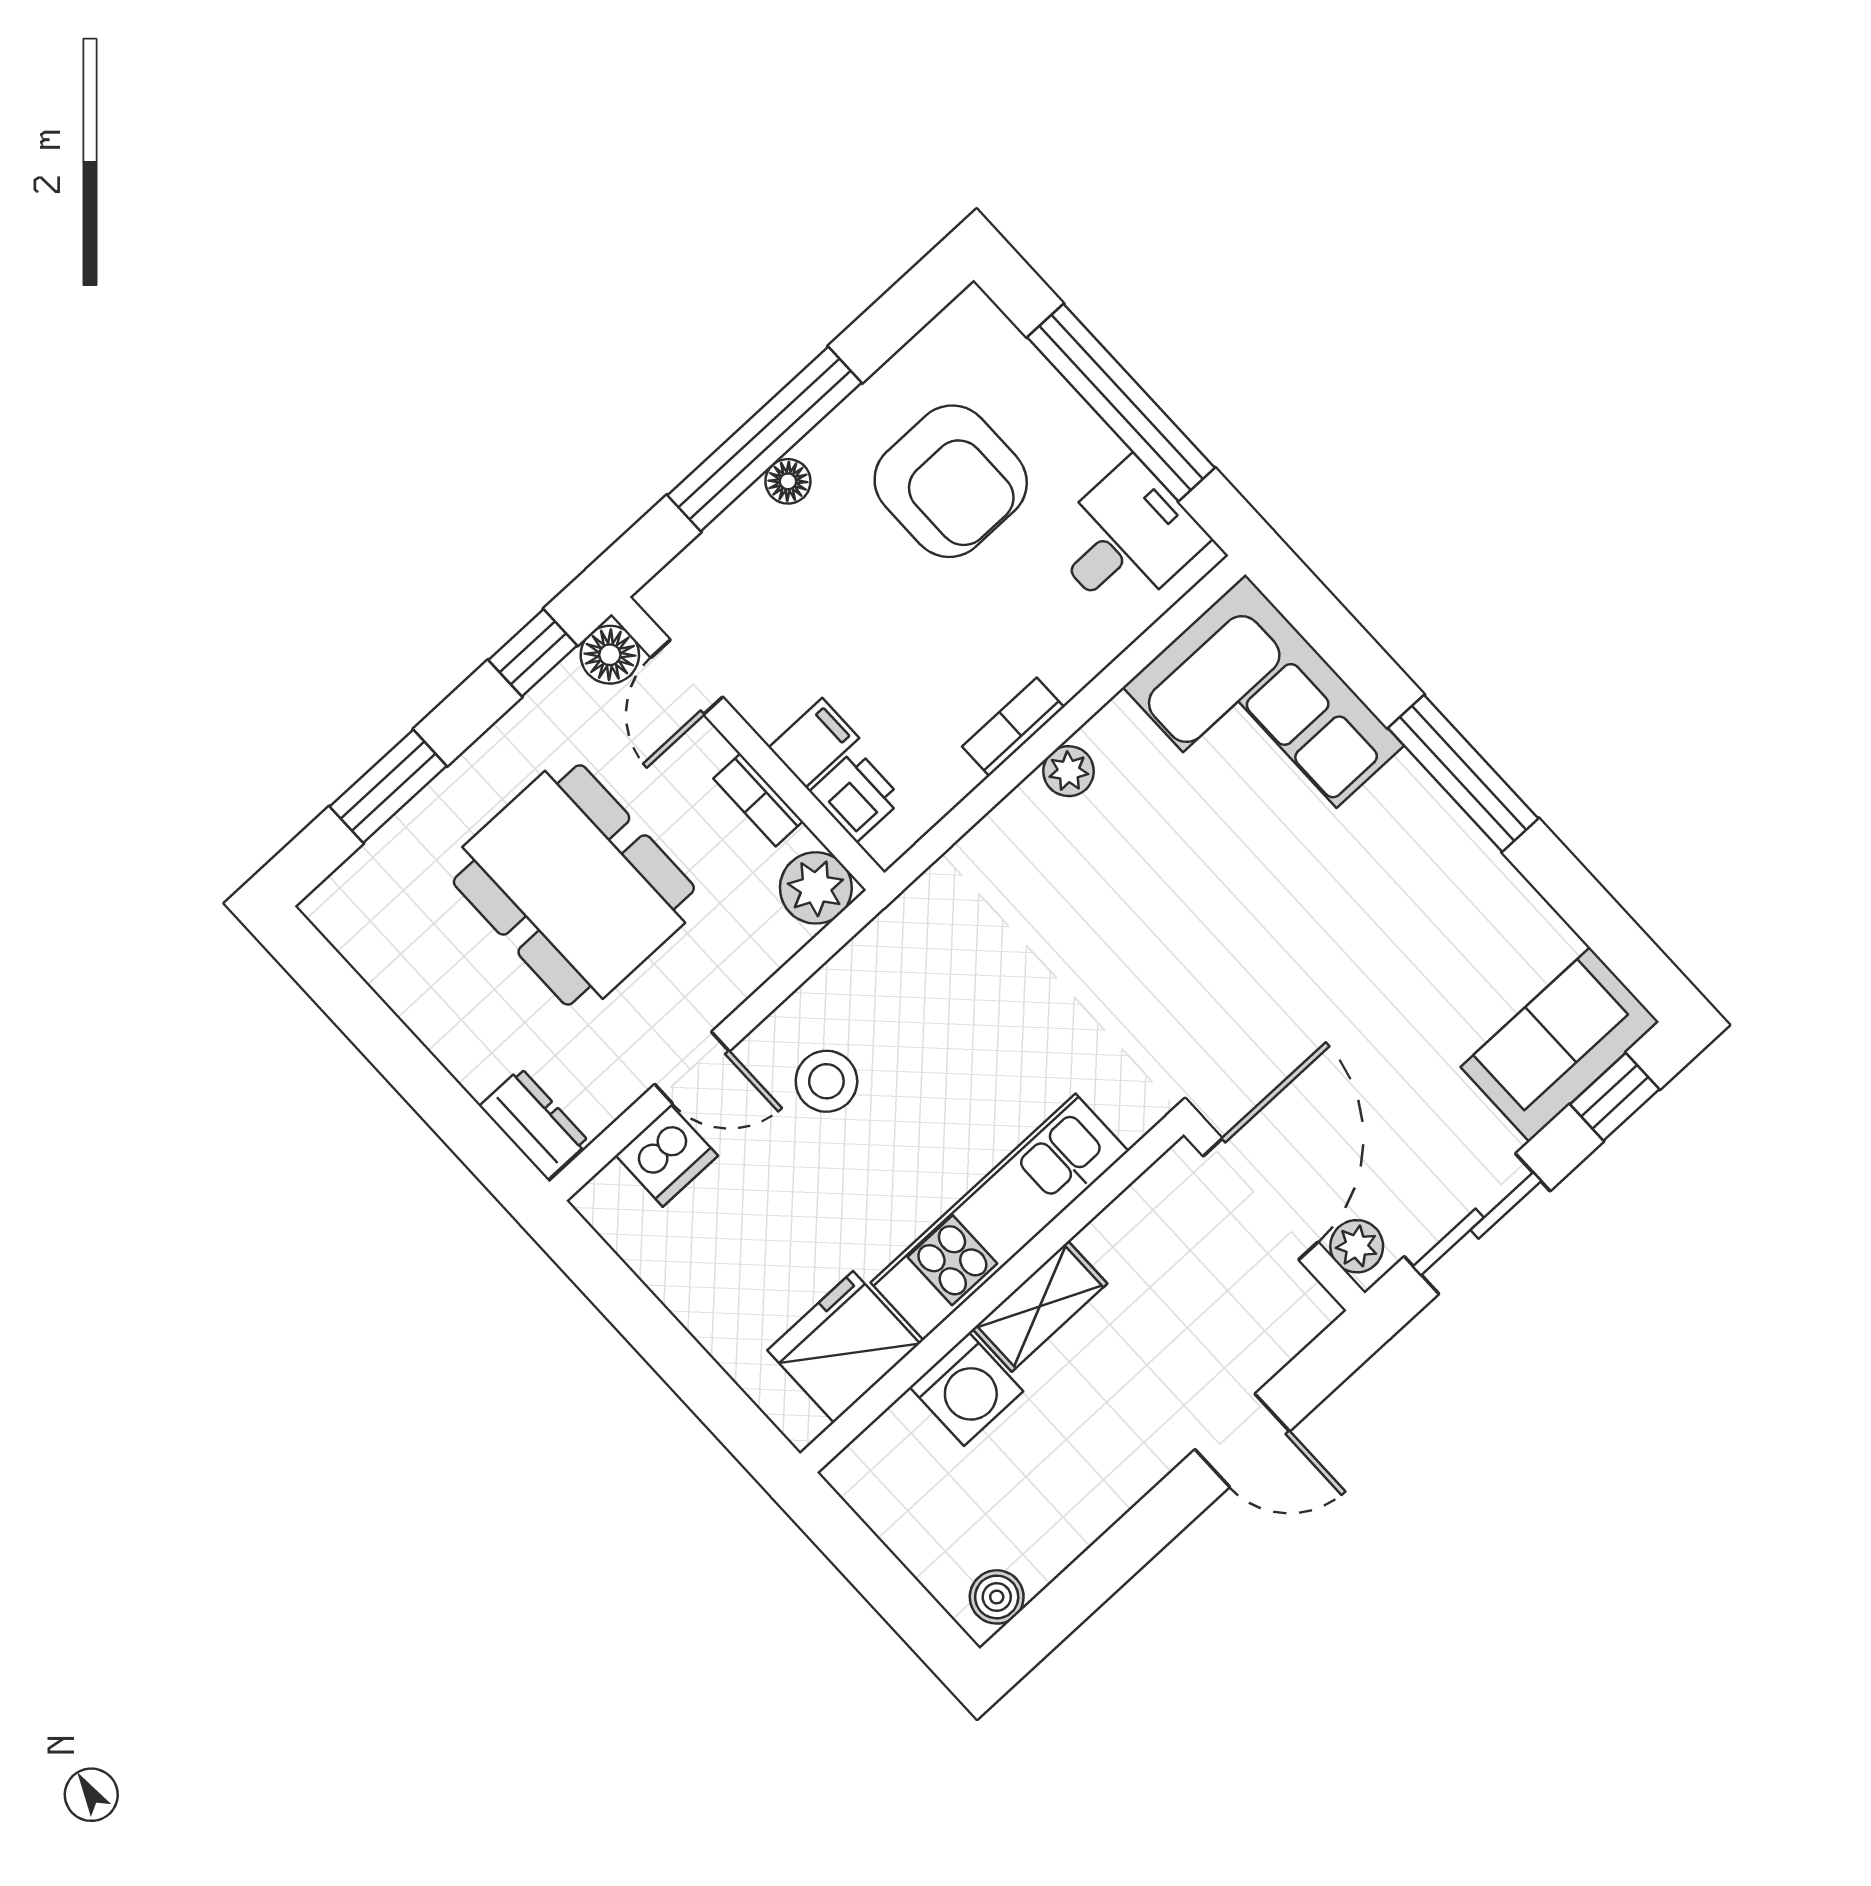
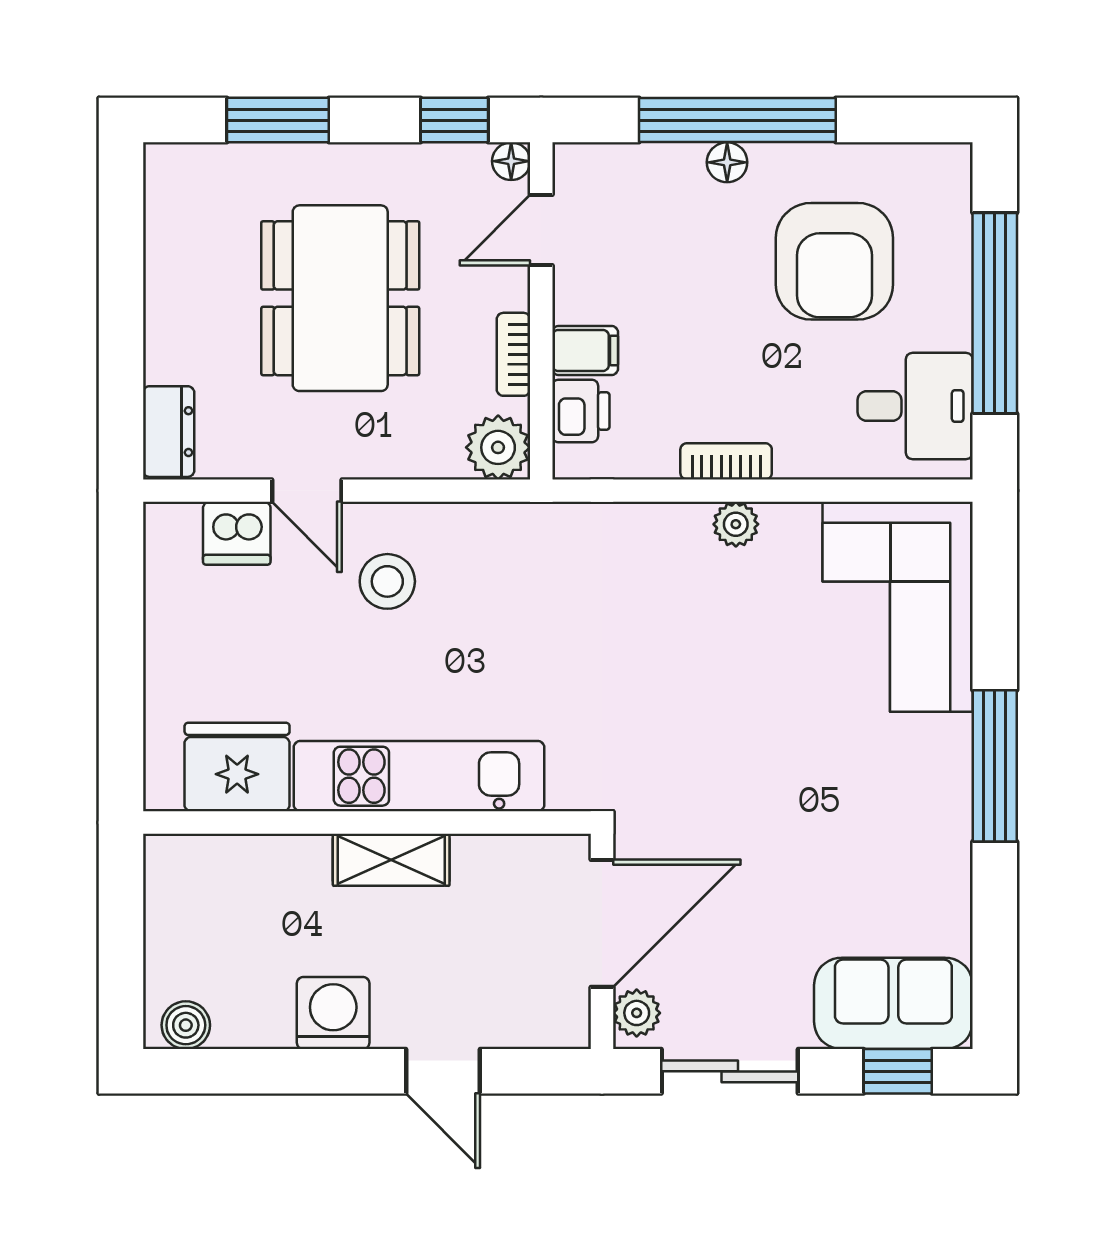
floor lamp: (610, 655) -> (511, 161), width x0.73, depth x0.73
washing machine: (966, 1389) -> (333, 1013), moved, turned 180

